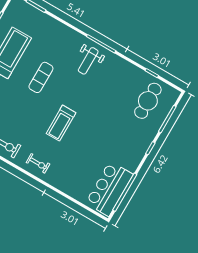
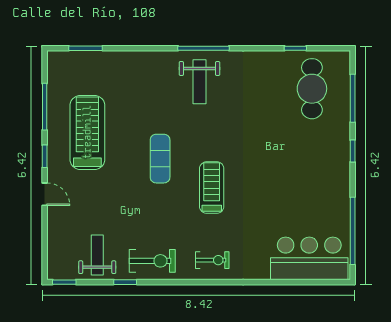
exercise mat: (41, 77) -> (160, 159), moved
treadmill: (61, 123) -> (212, 188), turned 180
bar counter: (109, 189) -> (309, 258), moved, turned 90

